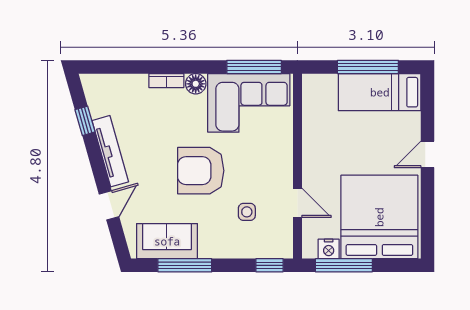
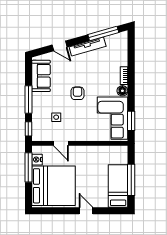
window: (254, 67) -> (131, 121), width x0.69
window: (85, 121) -> (103, 33), width x2.17
armchair: (201, 171) -> (77, 93), width x0.53, depth x0.53
door: (297, 203) -> (61, 143), hinge flipped
window: (185, 265) -> (28, 99), moved

